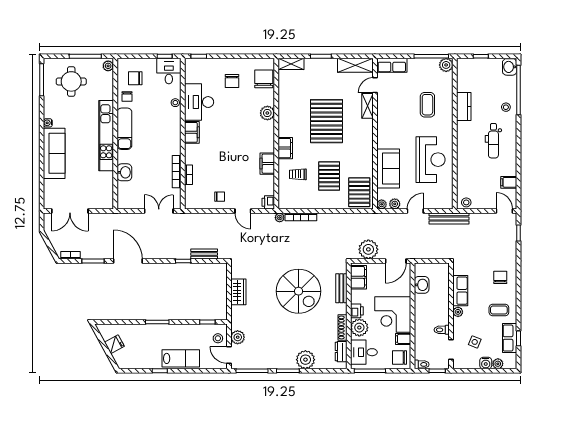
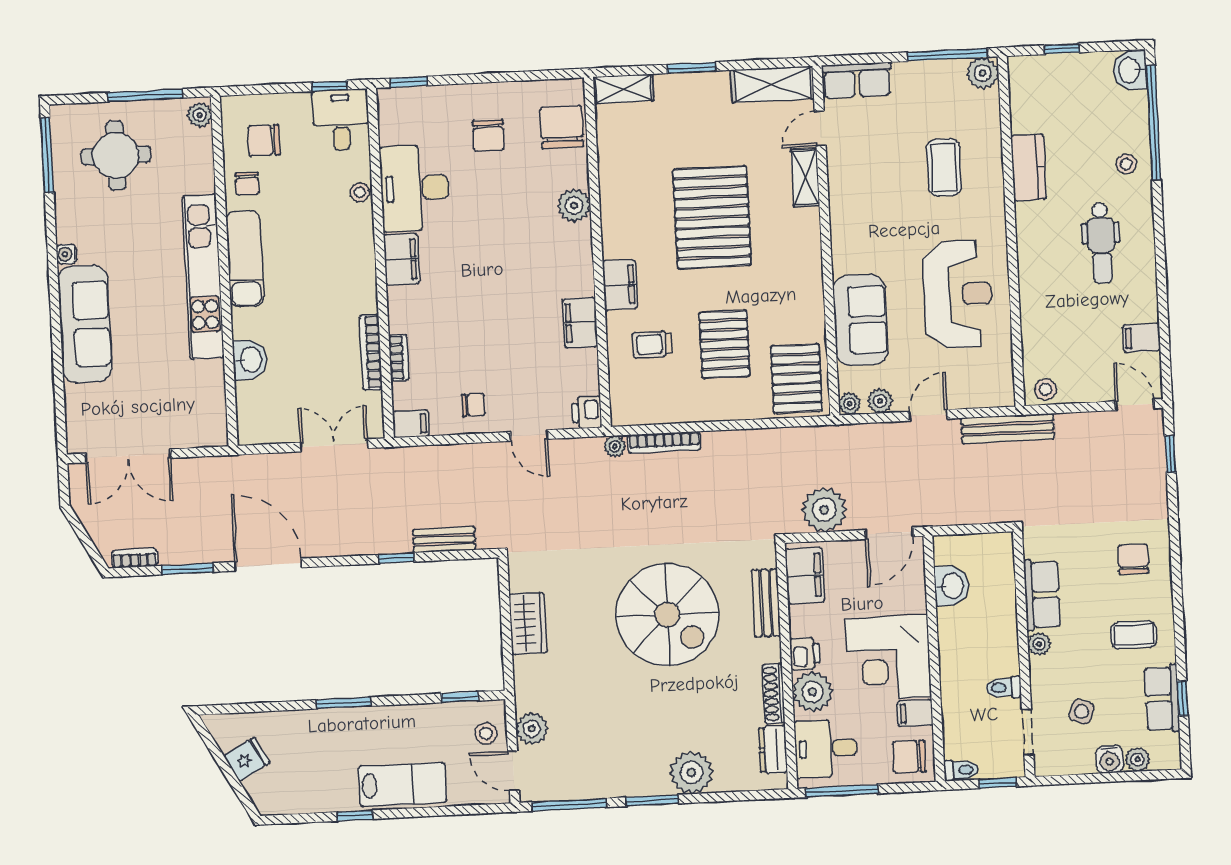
filing cabinet: (192, 203) -> (411, 424), added

